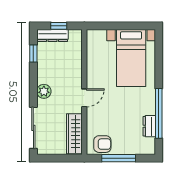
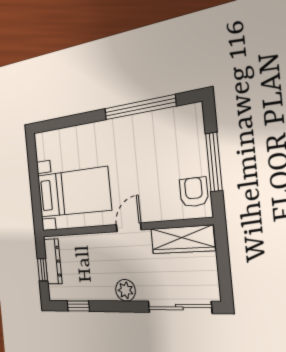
dresser: (52, 35) -> (53, 261), moved
bed with nightstands: (131, 58) -> (73, 192), moved
door: (84, 98) -> (129, 227), hinge flipped
dresser: (149, 126) -> (159, 119), removed

